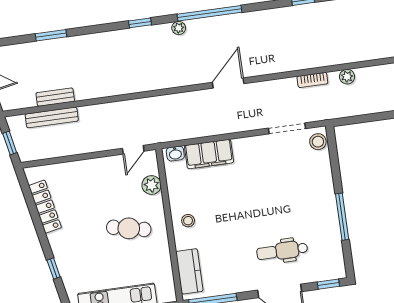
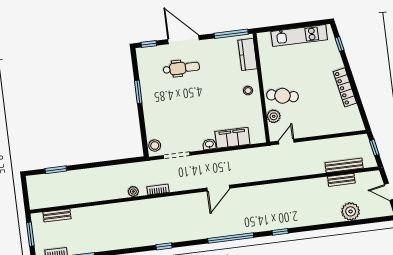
plant: (179, 28) -> (351, 211), moved, width x1.88, depth x1.88
window: (51, 35) -> (344, 224), removed
washbasin: (175, 154) -> (209, 144), moved
locker: (45, 207) -> (345, 87), moved
window: (342, 217) -> (138, 92), width x0.69
cafe table: (129, 228) -> (282, 96), moved
window: (54, 269) -> (340, 44), moved

